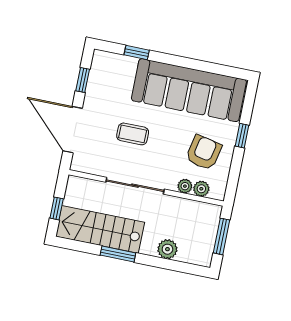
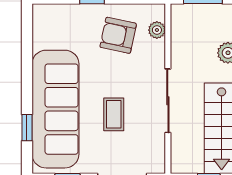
sofa: (189, 90) -> (55, 109), moved
plant: (185, 186) -> (158, 48), removed

